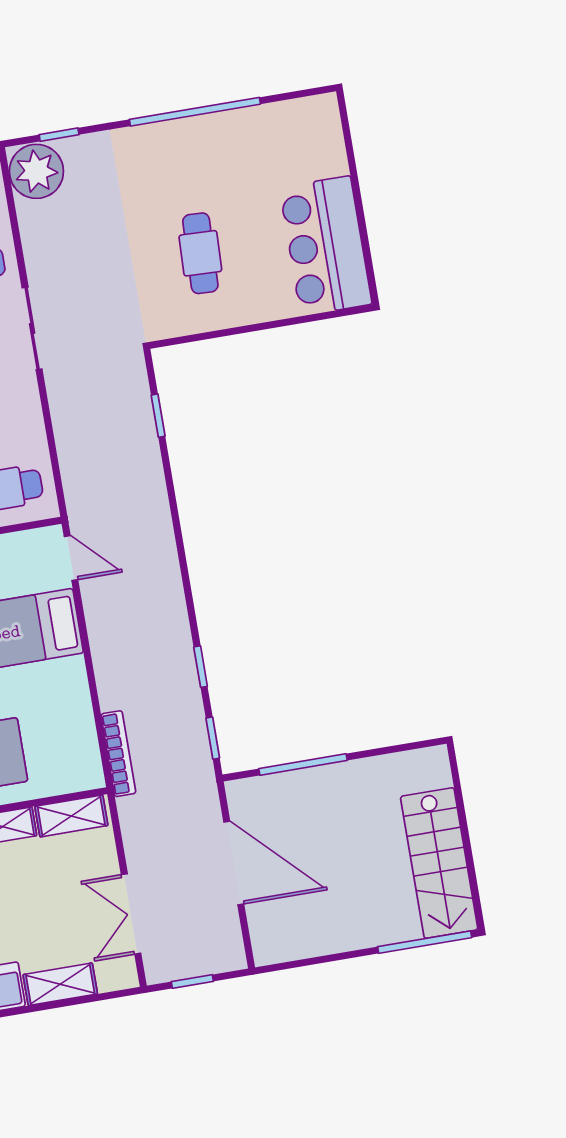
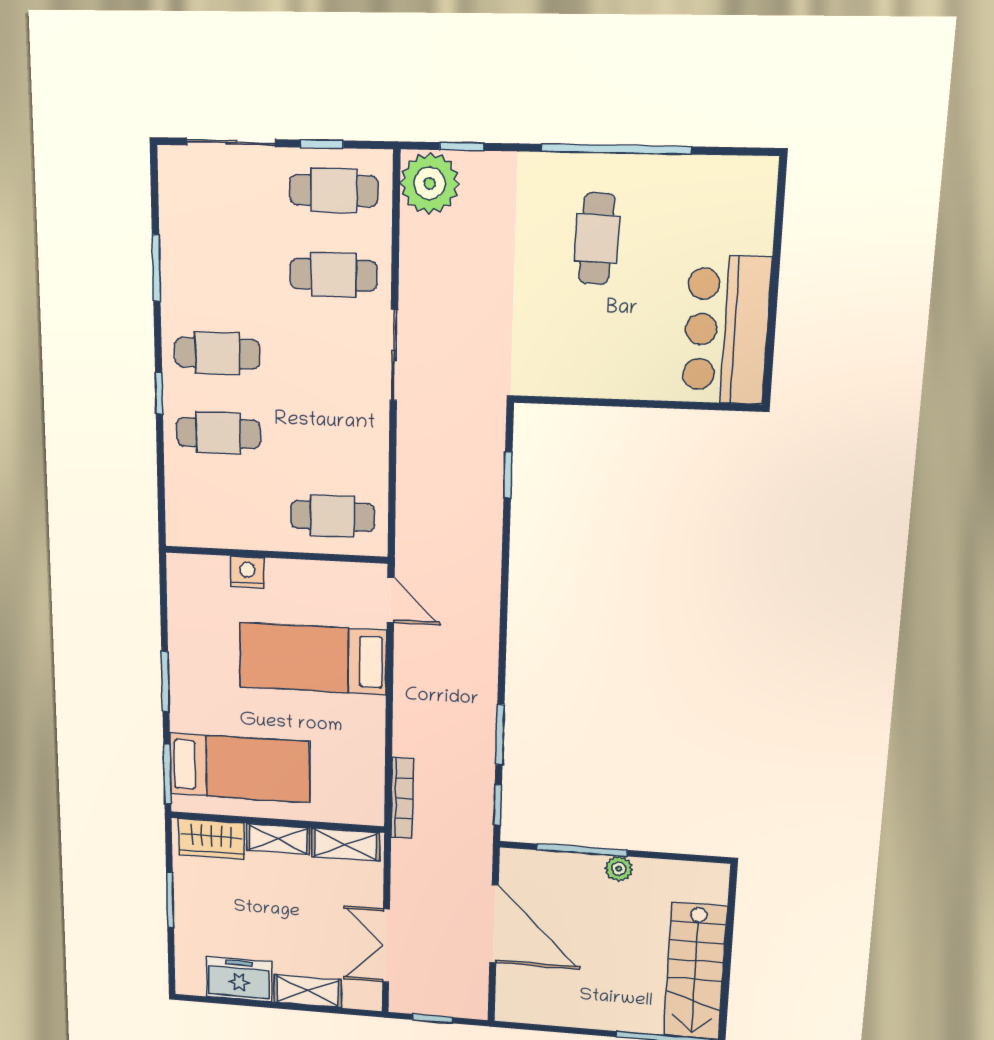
cafe table: (200, 253) -> (597, 239), moved
window: (201, 667) -> (500, 735), width x1.50
plant: (342, 775) -> (619, 869), added

